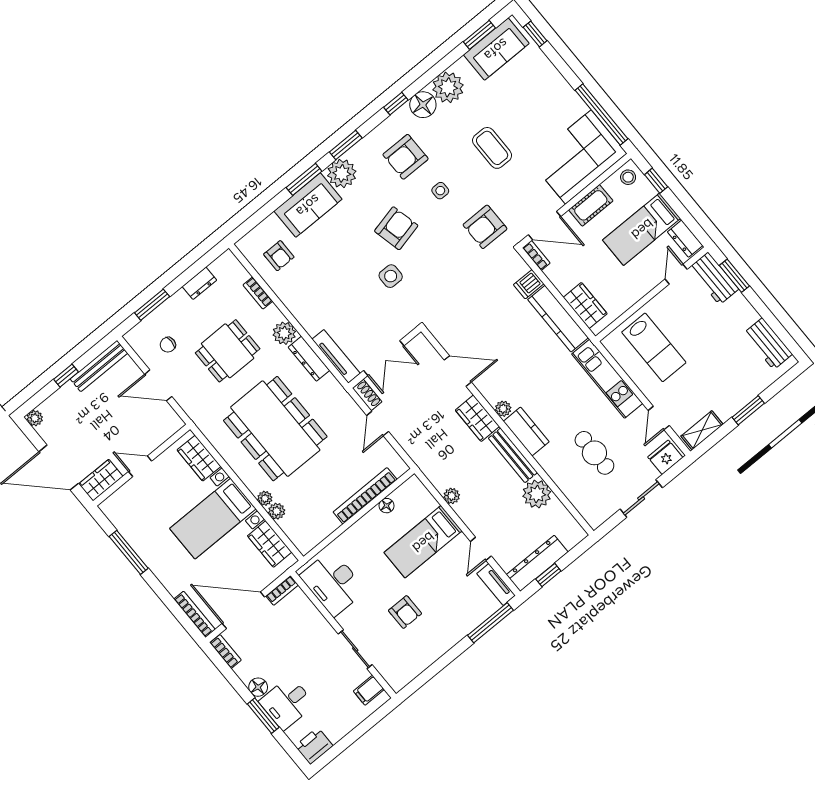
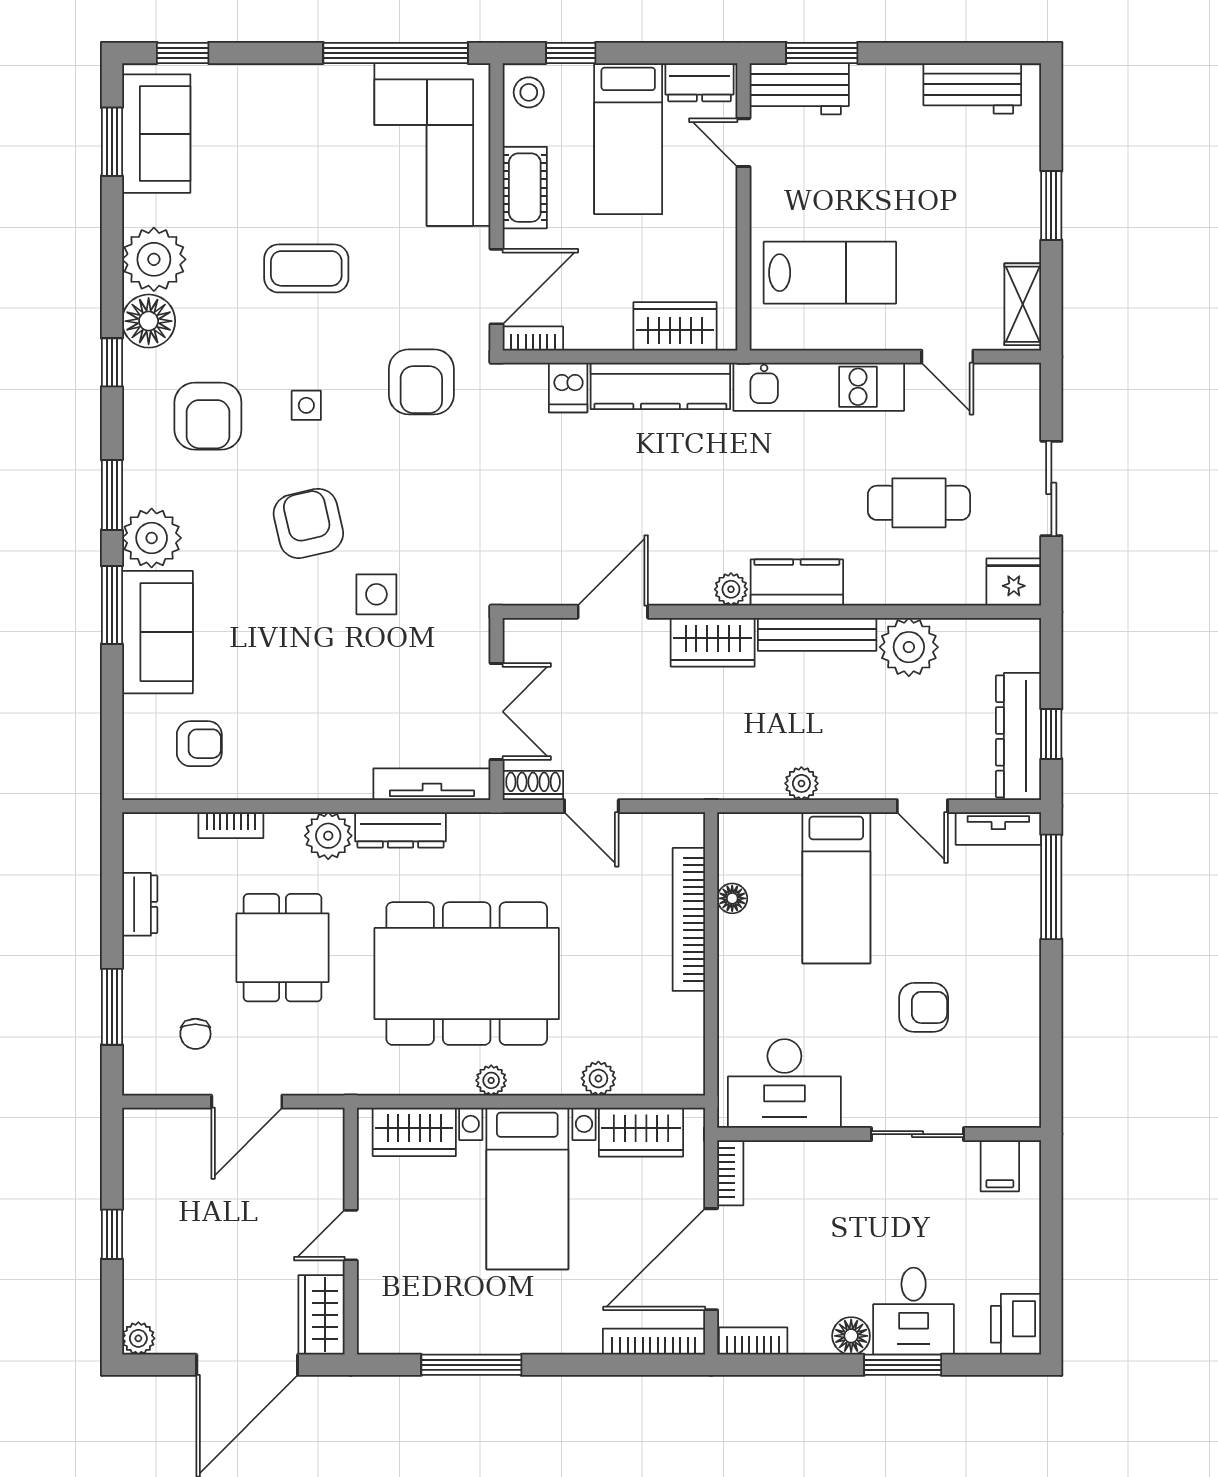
bench: (99, 366) -> (139, 1170), removed
fridge: (665, 457) -> (1014, 582), moved, turned 90
plant: (265, 498) -> (491, 1080), moved

